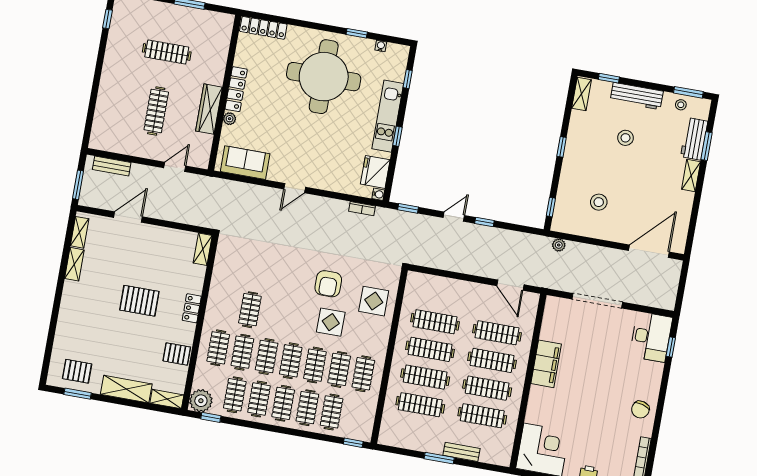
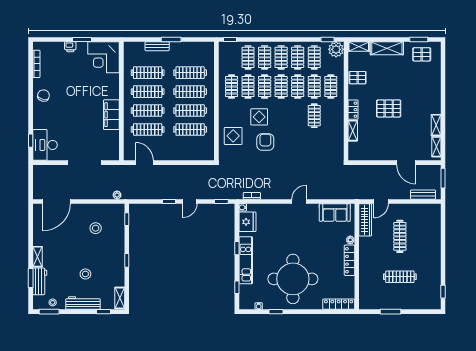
wardrobe: (209, 109) -> (365, 220), moved
door: (128, 217) -> (406, 163), hinge flipped
shelving: (203, 249) -> (353, 131), moved

